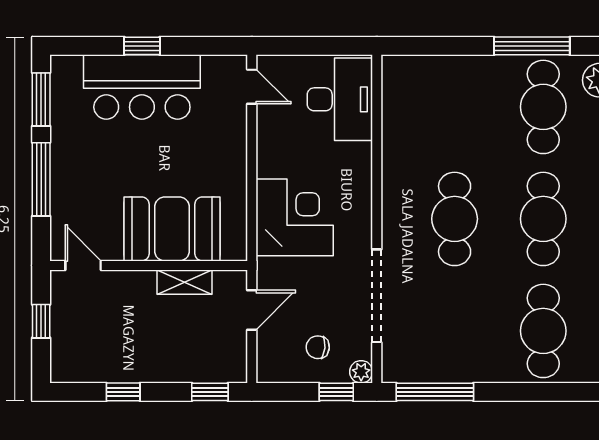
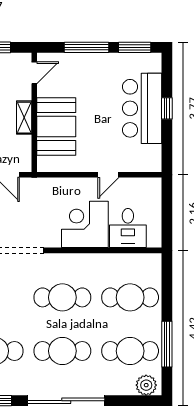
door: (252, 87) -> (108, 175), moved
desk: (340, 99) -> (128, 228), width x0.73
cafe table: (455, 107) -> (130, 297), added
corner desk: (295, 217) -> (85, 224), moved, turned 180
shelving: (185, 282) -> (24, 118), moved

